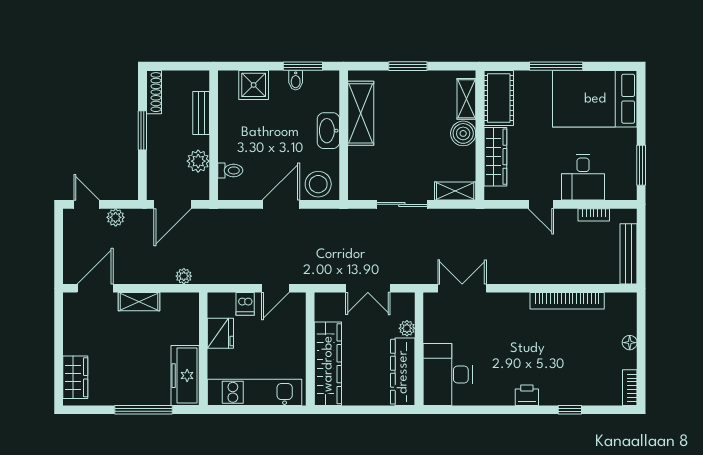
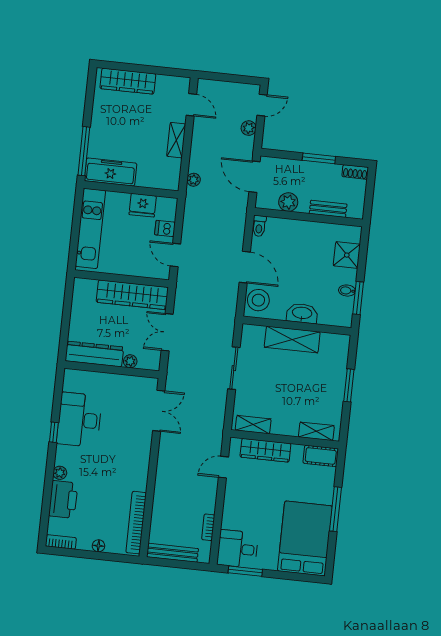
shoe rack: (154, 92) -> (355, 172), width x0.70
cot: (499, 98) -> (321, 456), width x0.73, depth x0.75
shelving: (361, 113) -> (292, 340), moved
boiler: (463, 133) -> (288, 426), removed
toilet: (230, 170) -> (259, 226), moved
desk: (583, 177) -> (238, 549), moved
shelving: (455, 191) -> (253, 425), moved, turned 90
door: (541, 204) -> (223, 467), moved
door: (95, 288) -> (191, 105), width x0.73
bookcase: (567, 301) -> (136, 523), moved
wardrobe: (328, 364) -> (132, 295), moved
desk: (448, 375) -> (79, 420), moved, turned -90
wardrobe: (75, 377) -> (128, 81), width x1.50
printer: (527, 395) -> (63, 499), moved, width x1.87, depth x1.48
plant: (548, 398) -> (60, 473), added
window: (144, 410) -> (84, 151), moved
window: (570, 410) -> (54, 432), moved

